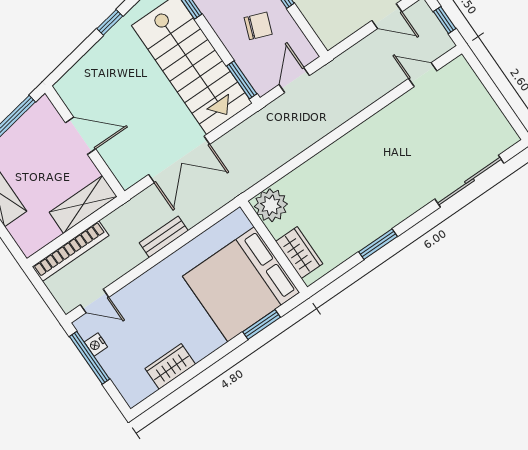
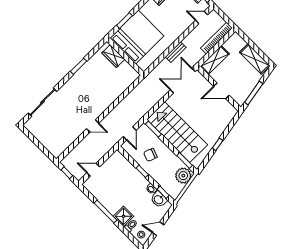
door: (423, 75) -> (93, 126), moved
double door: (179, 159) -> (183, 81), moved
plant: (271, 205) -> (130, 75), removed

